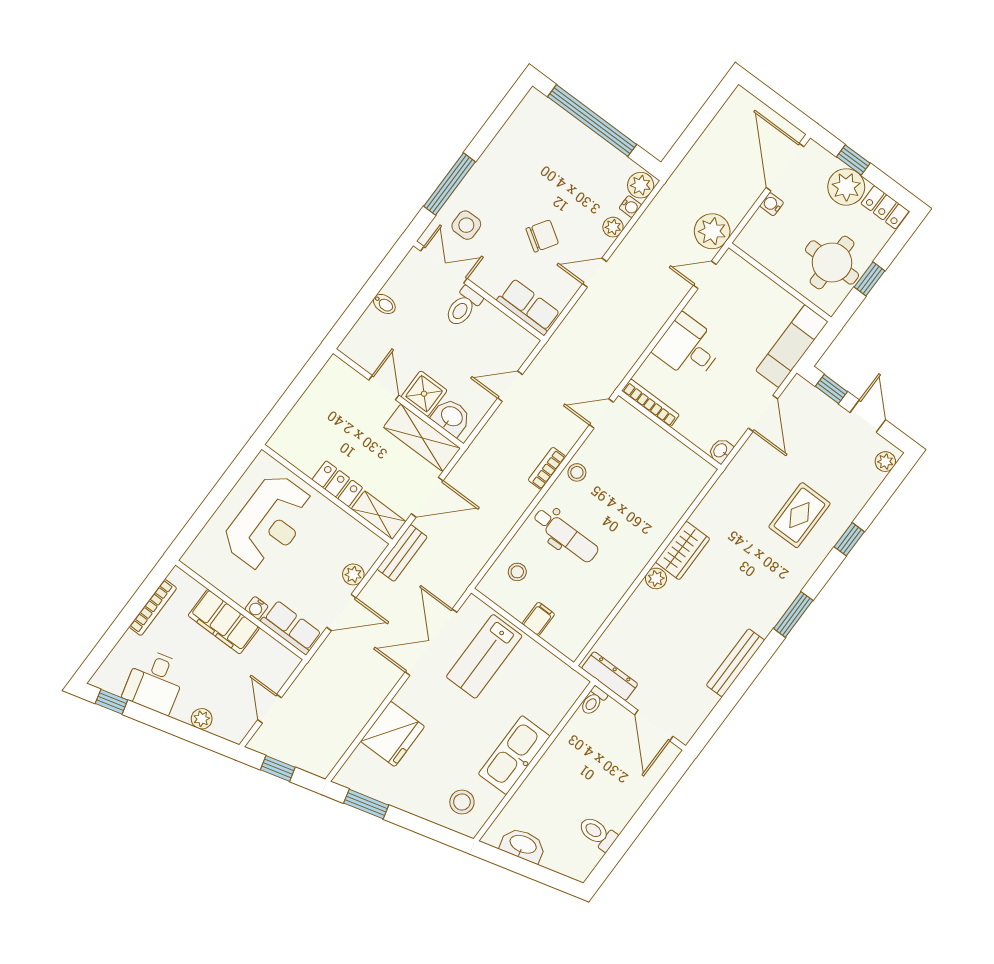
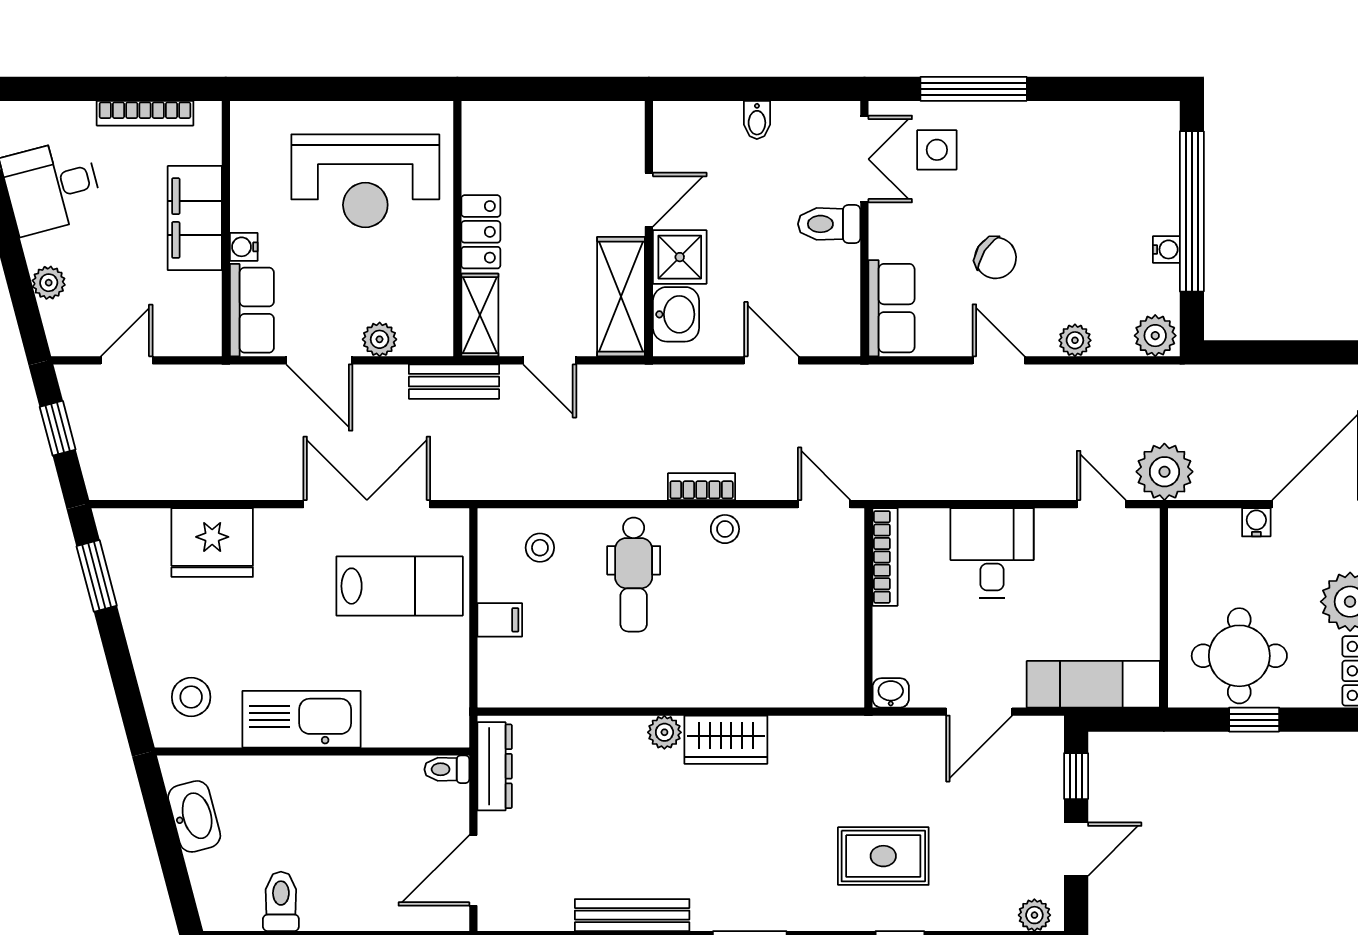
water cooler: (630, 207) -> (1166, 249), moved, turned -90
door: (427, 497) -> (550, 360), width x0.73
lab bench: (484, 656) -> (400, 586), turned 180

